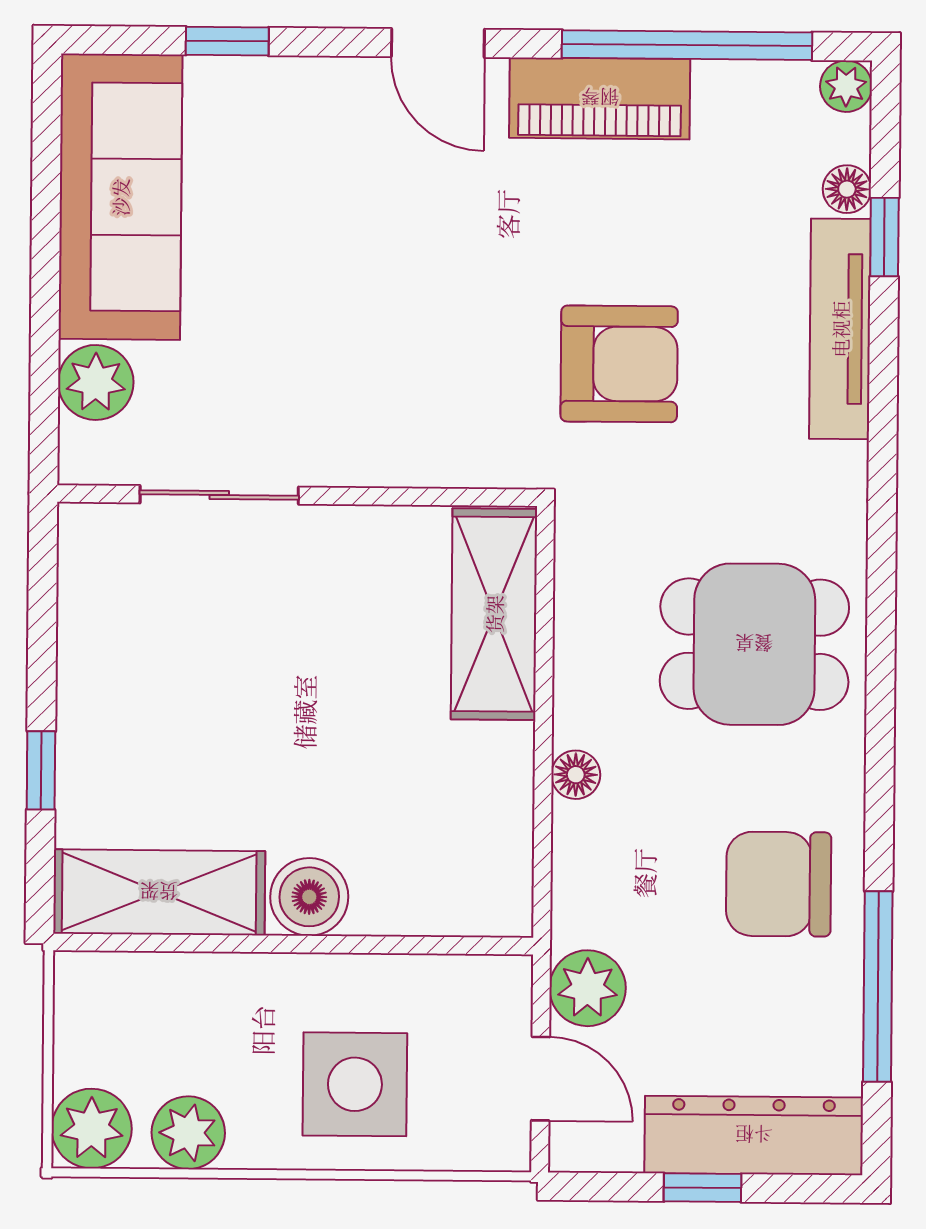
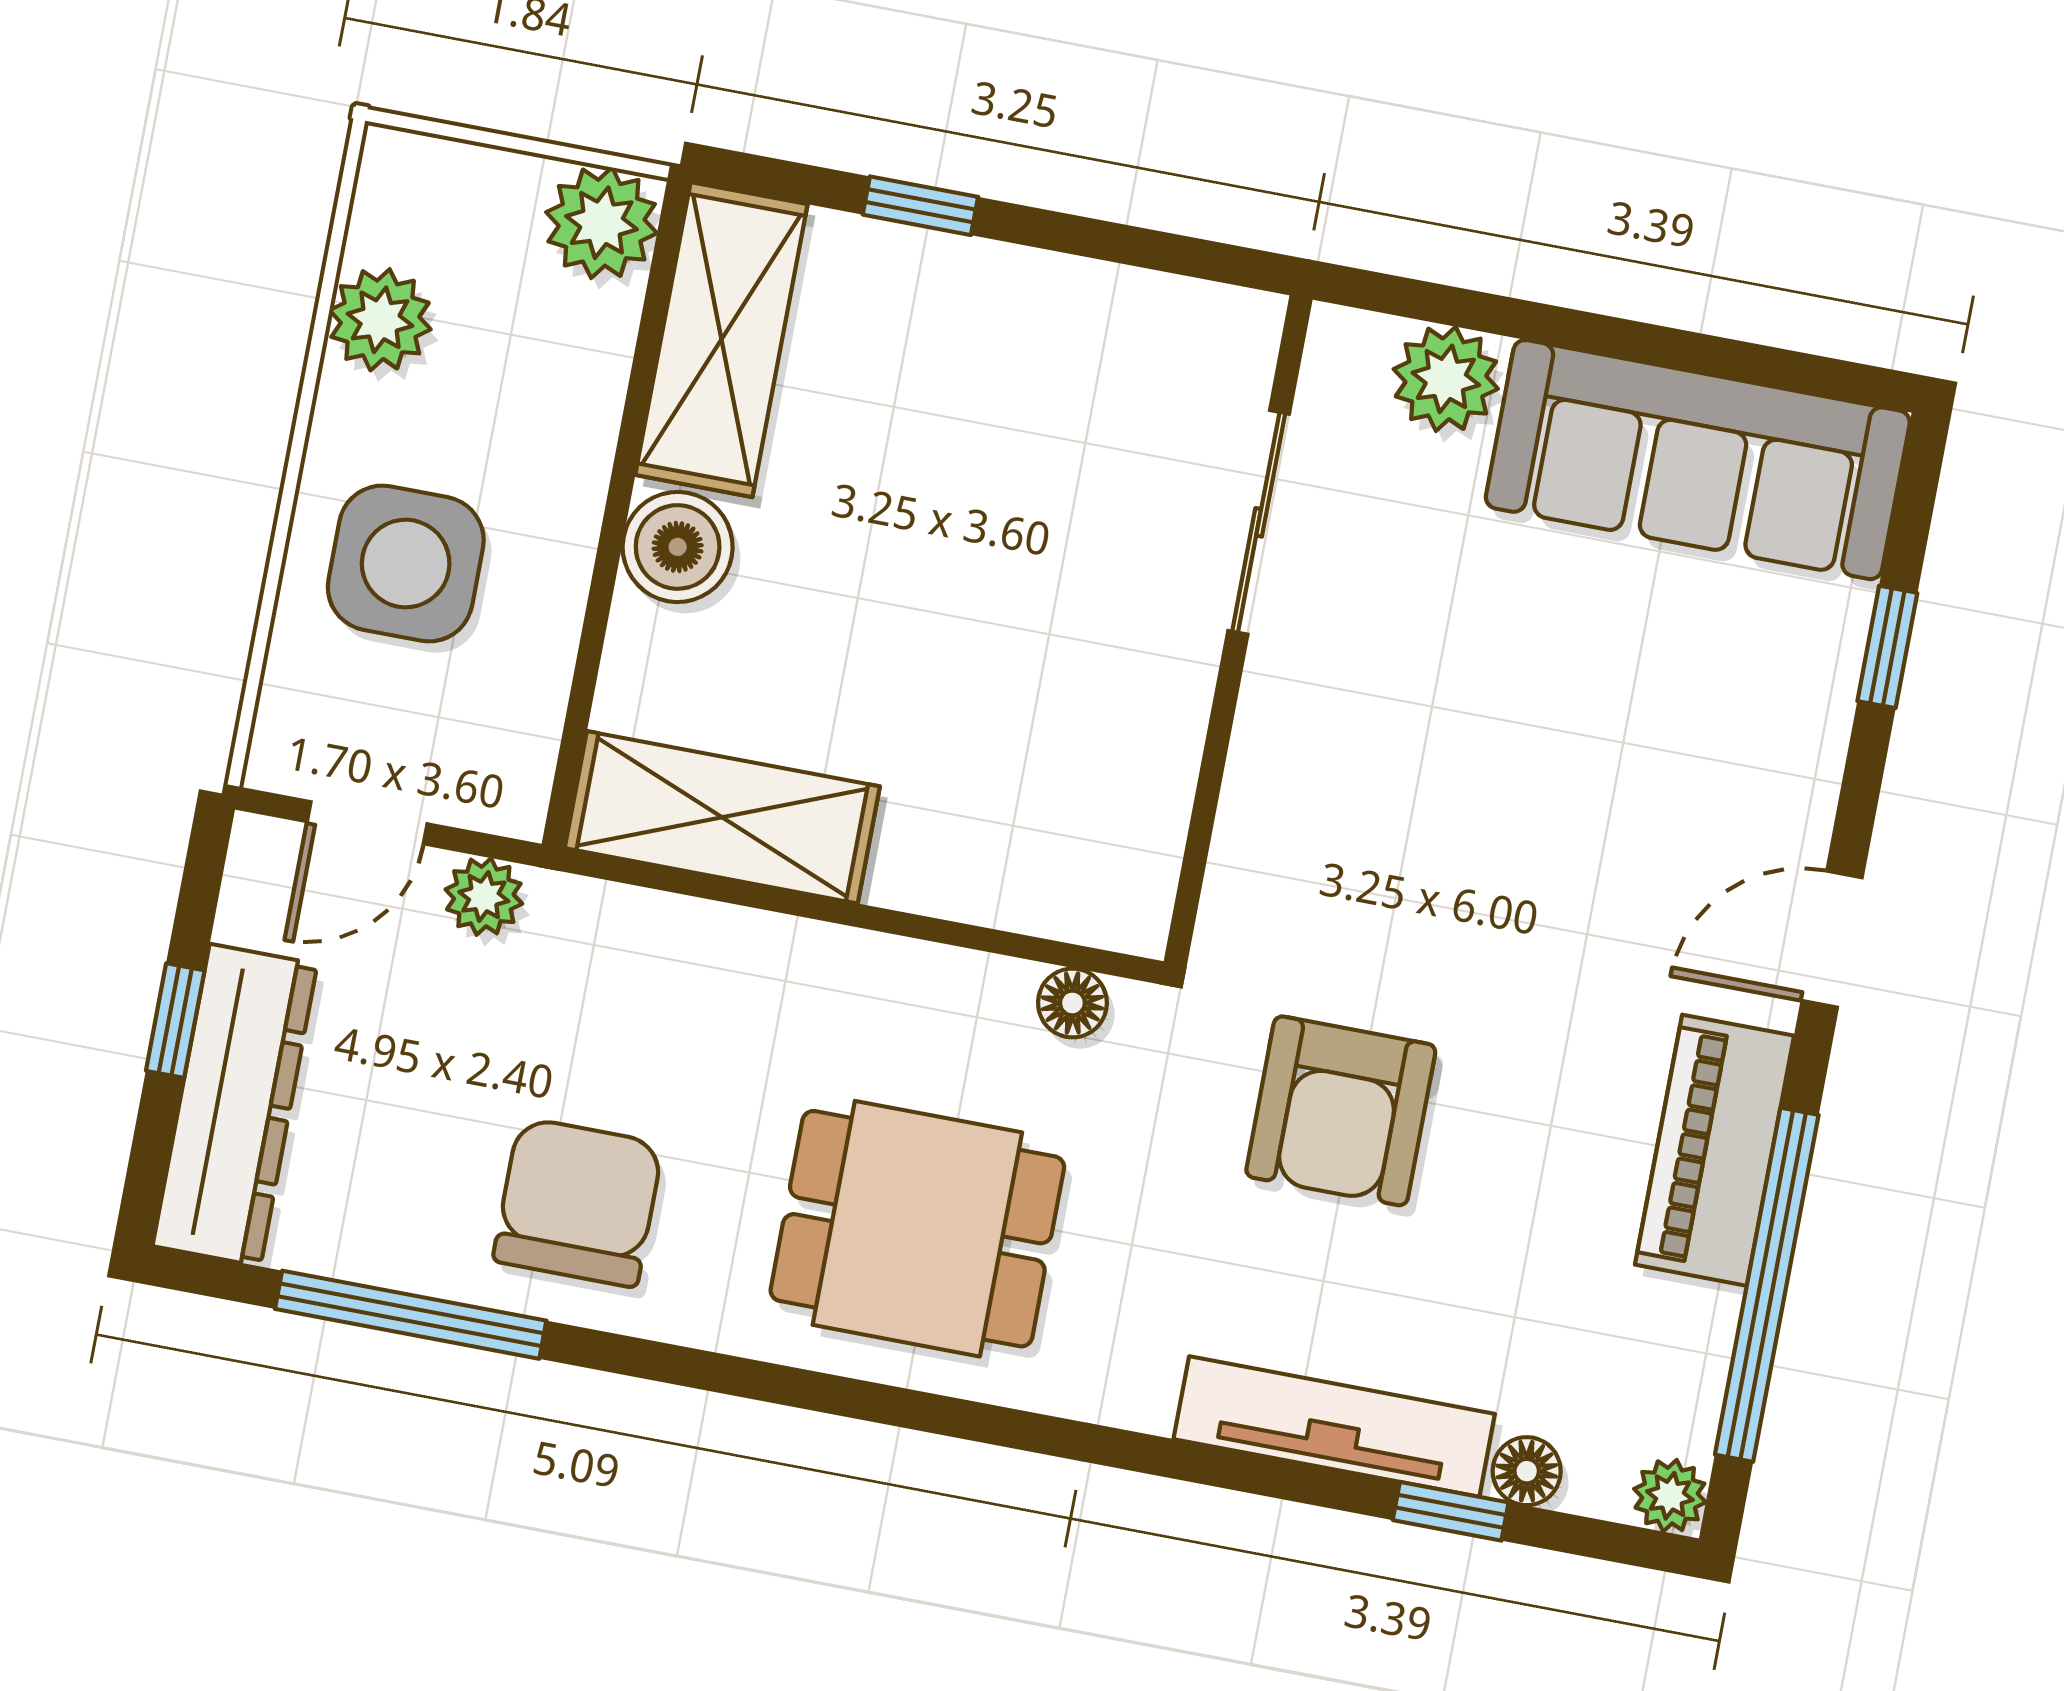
shelving: (494, 614) -> (722, 817), moved
dining table: (754, 644) -> (917, 1229), turned 90
floor lamp: (576, 775) -> (1072, 1003), moved
plant: (588, 988) -> (484, 897), width x0.73, depth x0.73
plant: (92, 1129) -> (602, 223), moved

